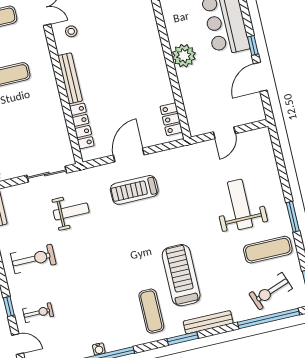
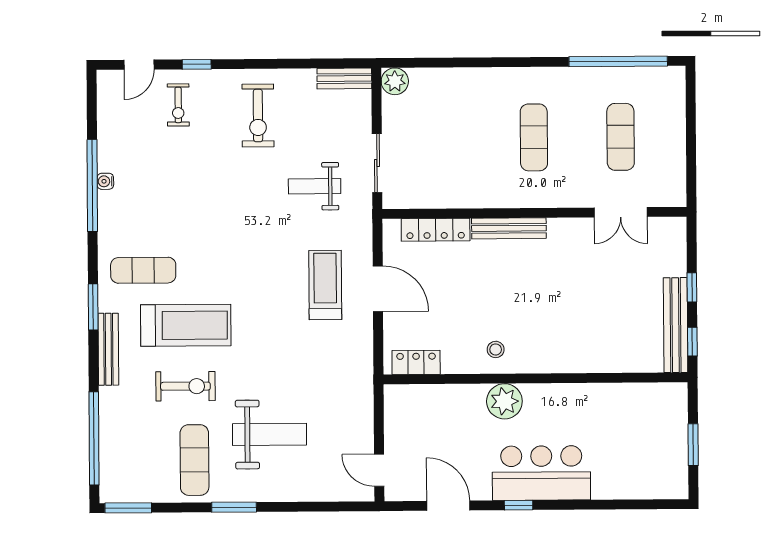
stool: (71, 31) -> (496, 349), moved
window: (253, 45) -> (519, 505), moved
door: (224, 133) -> (379, 470), moved
weight bench: (71, 211) -> (315, 186), turned 90
exercise bike: (271, 291) -> (185, 386), moved, turned 110

